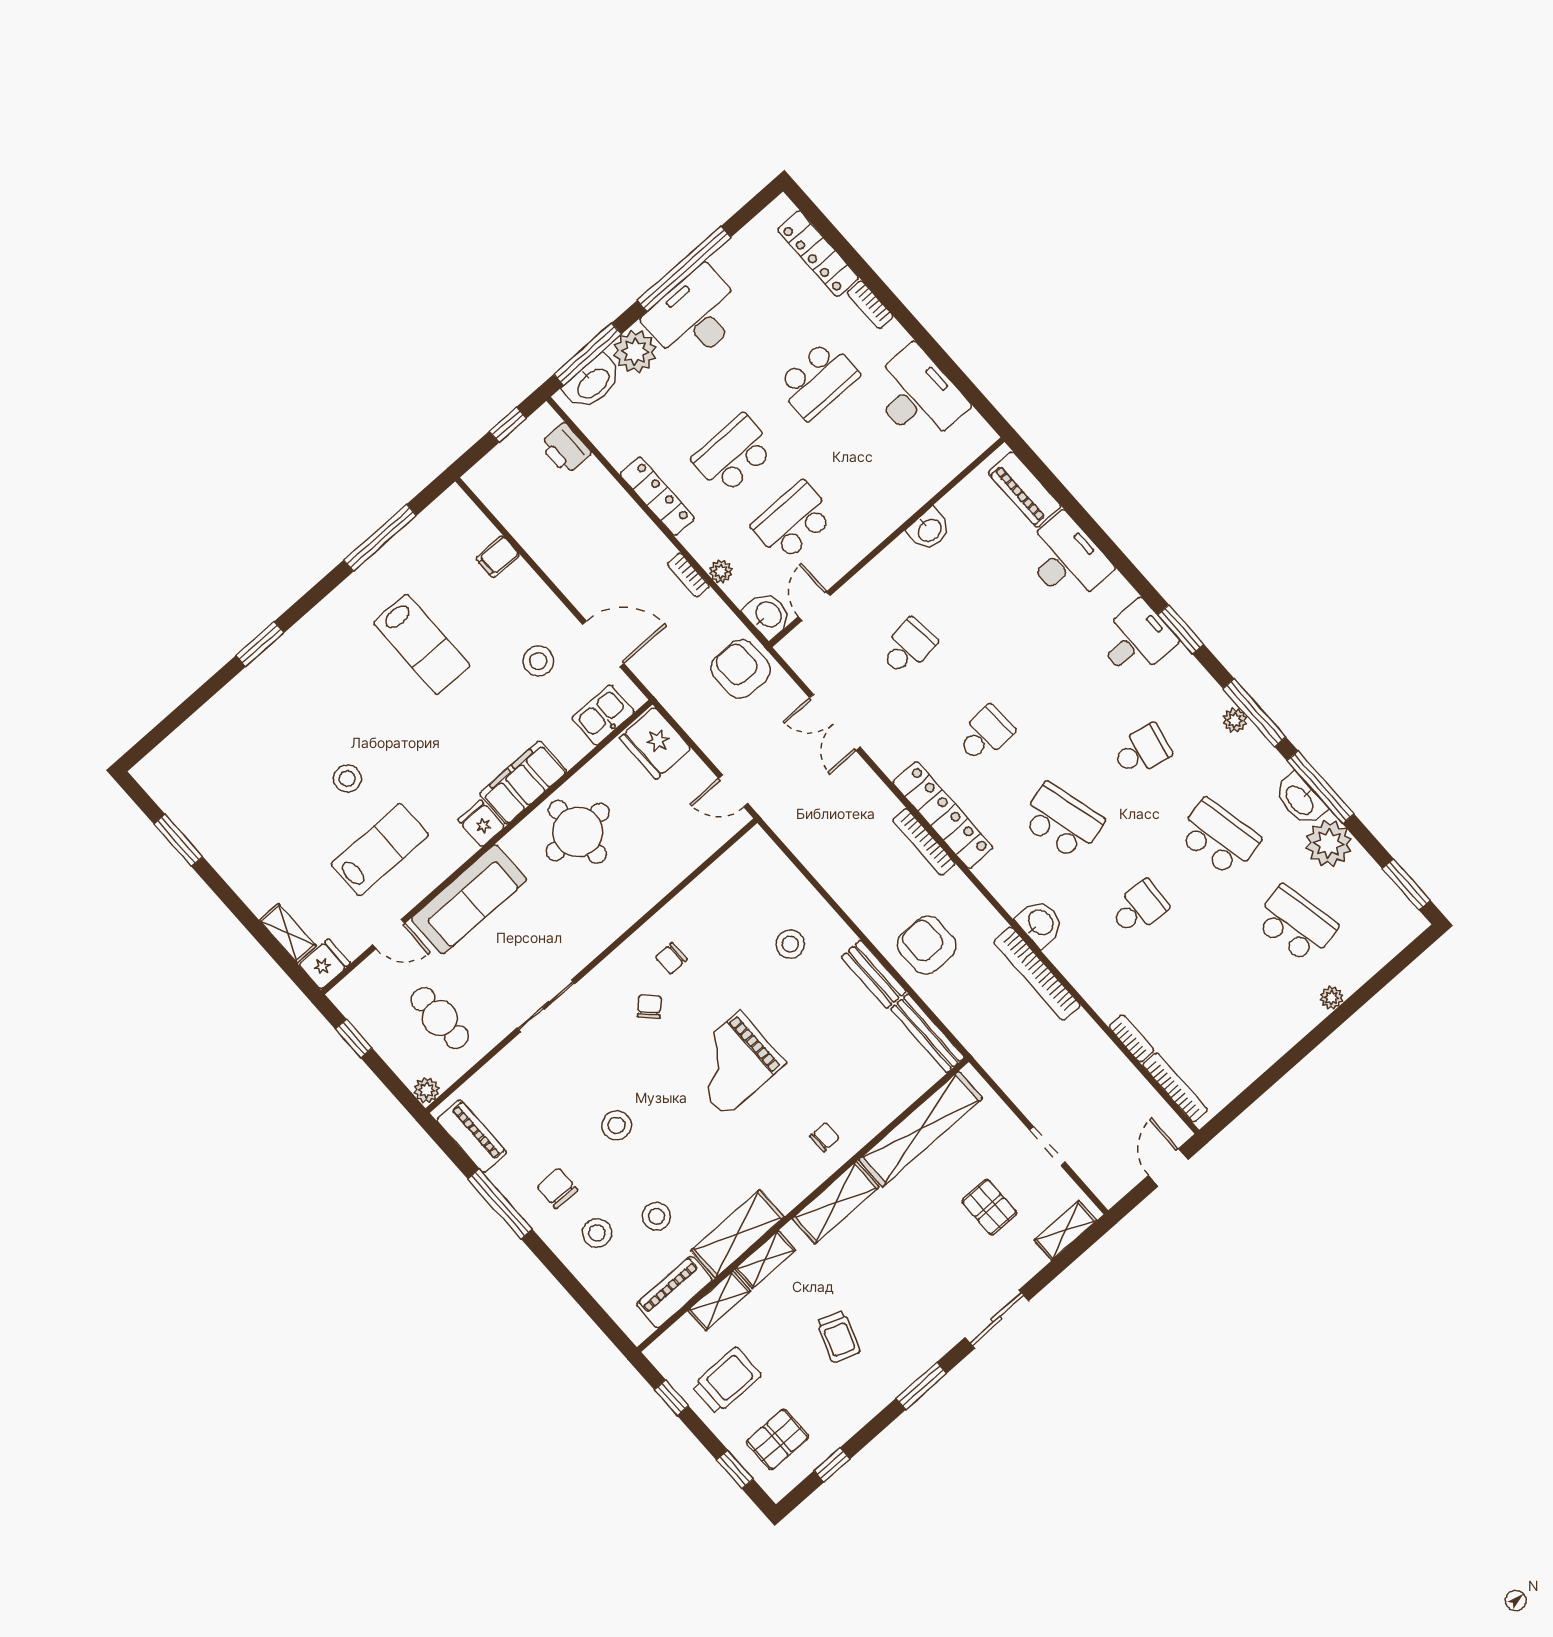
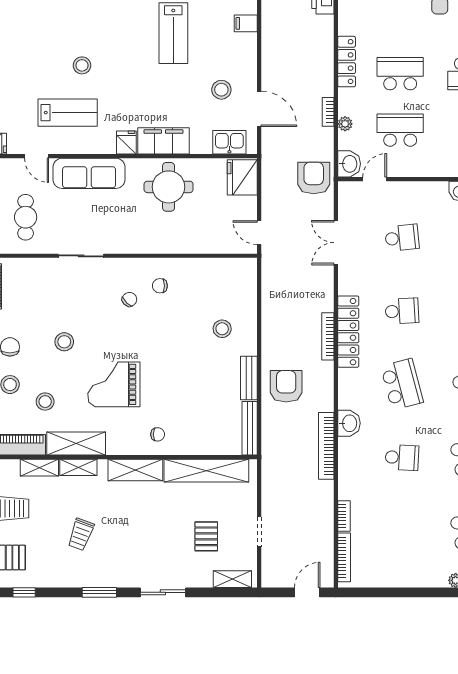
grand piano: (732, 1064) -> (114, 384), moved

